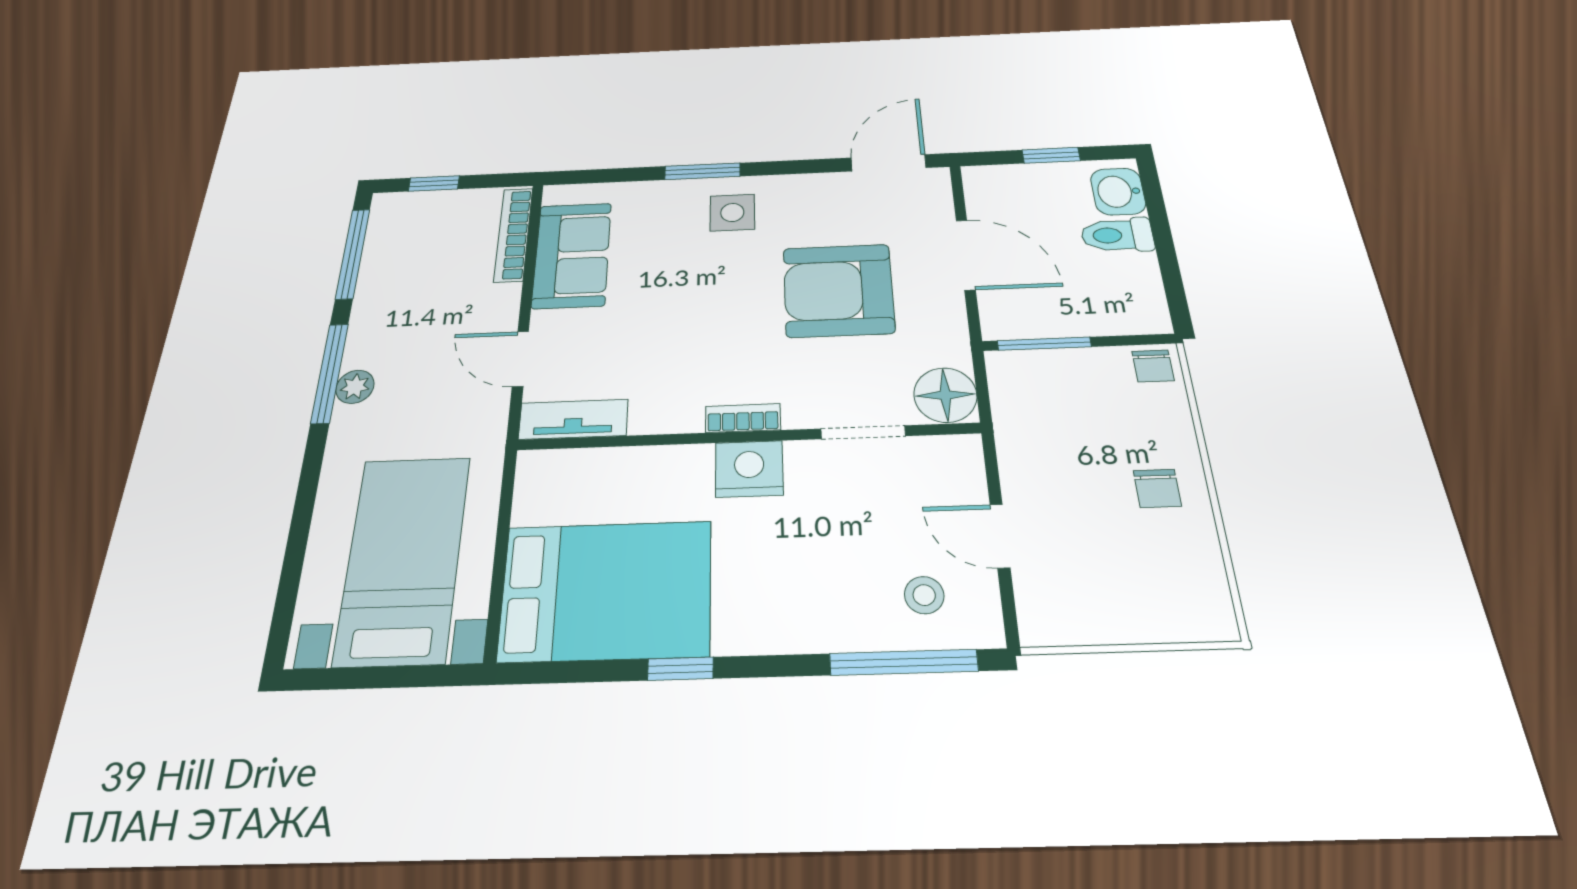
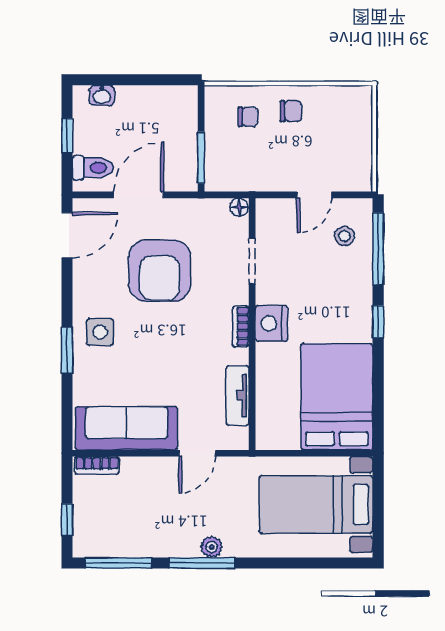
door: (888, 163) -> (67, 235), swing flipped
washbasin: (1118, 191) -> (102, 95), width x0.72, depth x0.69
bookcase: (513, 234) -> (97, 465), width x0.64
toilet: (1117, 235) -> (93, 168), moved, turned -90
sofa: (572, 255) -> (126, 428), width x1.36
chair: (1153, 366) -> (248, 117), moved
floor lamp: (945, 395) -> (239, 207), width x0.53, depth x0.53
tv unit: (573, 419) -> (238, 396), moved
window: (680, 669) -> (378, 322), moved

